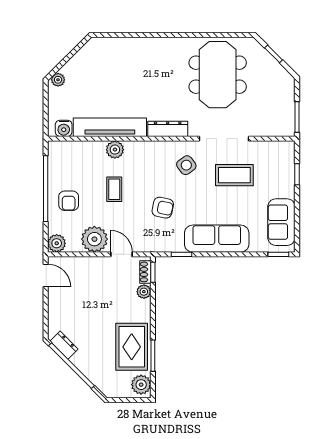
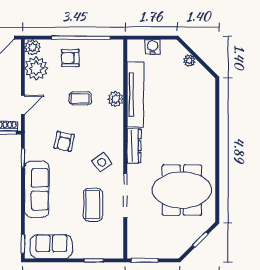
plant: (58, 80) -> (189, 61), moved
water cooler: (64, 128) -> (153, 47), moved, turned 90
plant: (94, 239) -> (36, 68), moved

